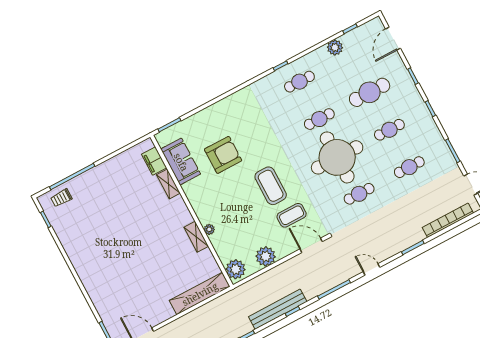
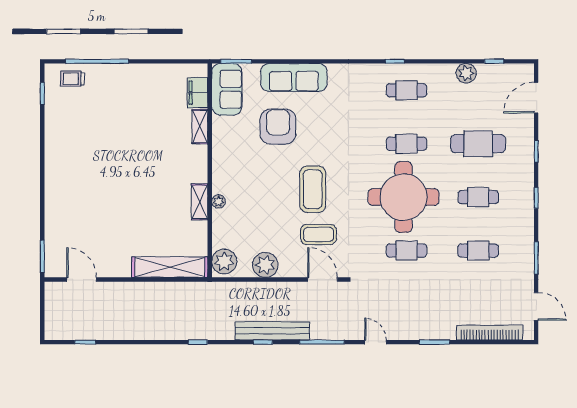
sofa: (216, 115) -> (294, 77), added
armchair: (223, 155) -> (278, 127), turned -90
sofa: (181, 162) -> (227, 89), moved
bench: (278, 309) -> (272, 331), moved

